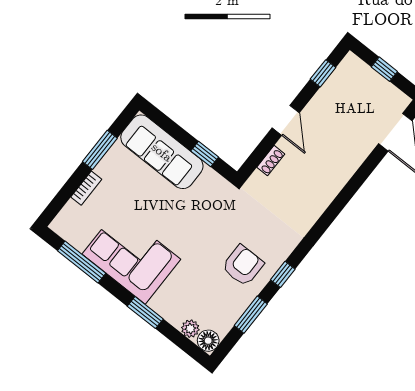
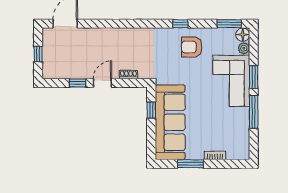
window: (323, 73) -> (77, 83), moved
sofa: (162, 152) -> (170, 122), width x1.36, depth x1.27
corner sofa: (131, 257) -> (231, 81), moved
window: (82, 262) -> (254, 112), moved
window: (251, 315) -> (229, 24), moved

